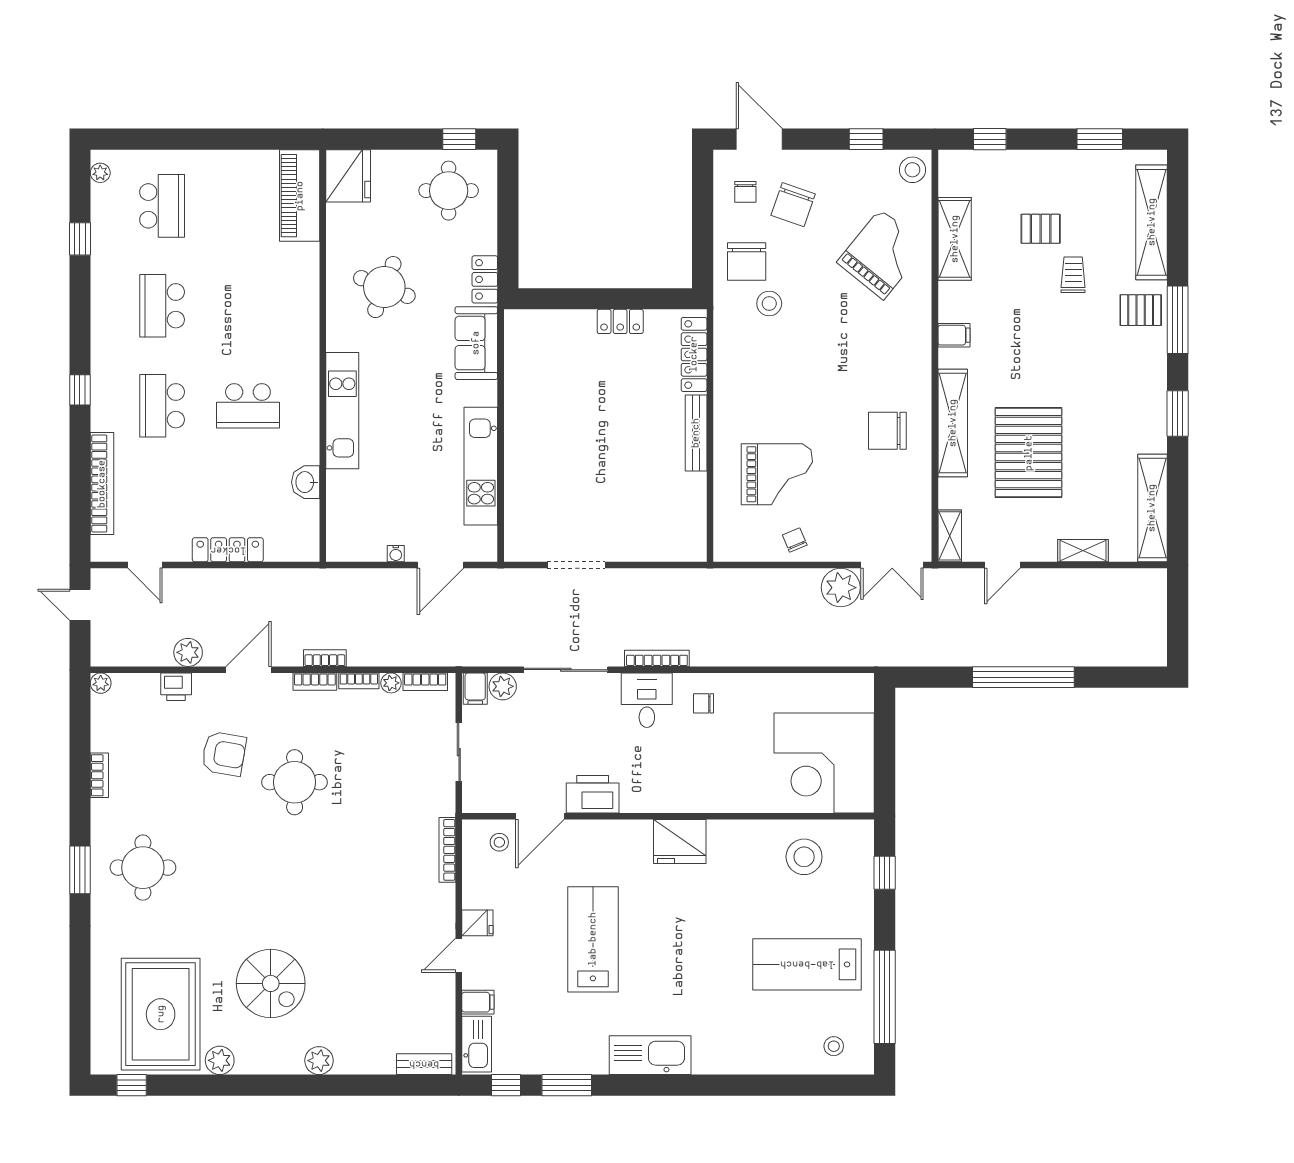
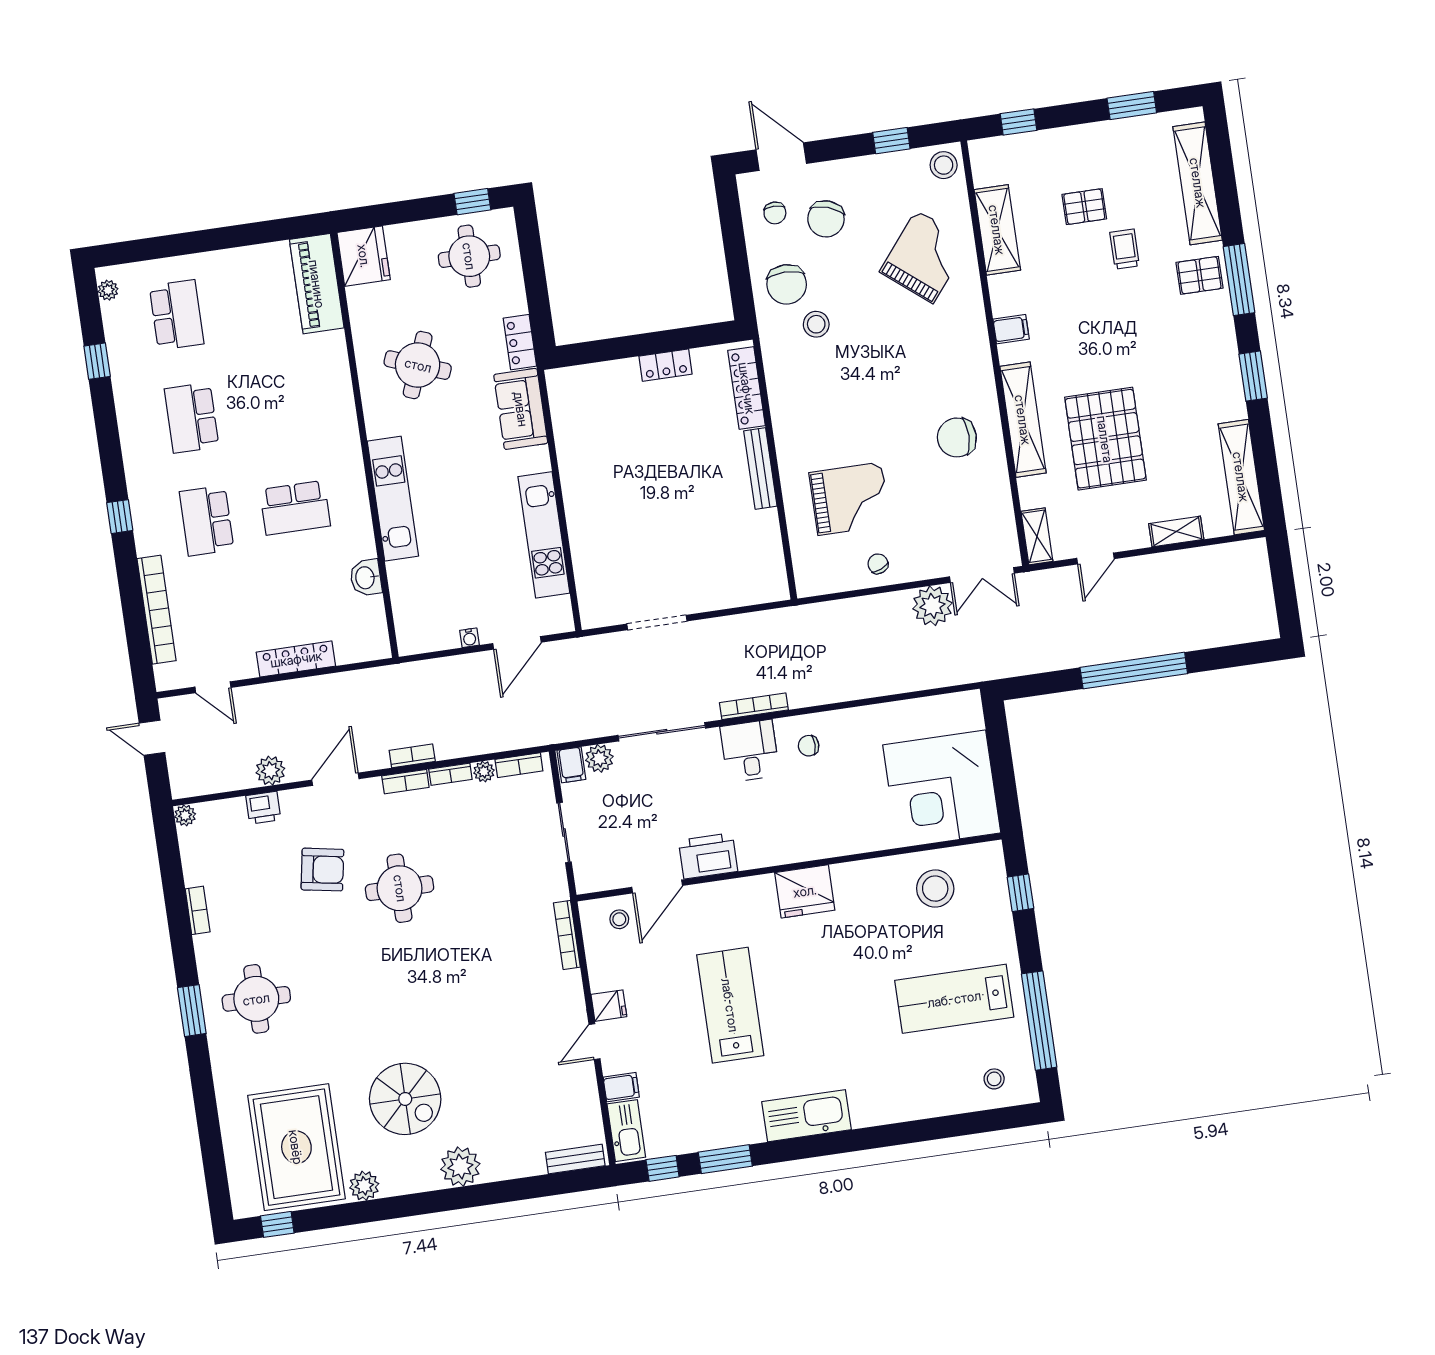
plant: (319, 1061) -> (460, 1167), width x1.36, depth x1.36

